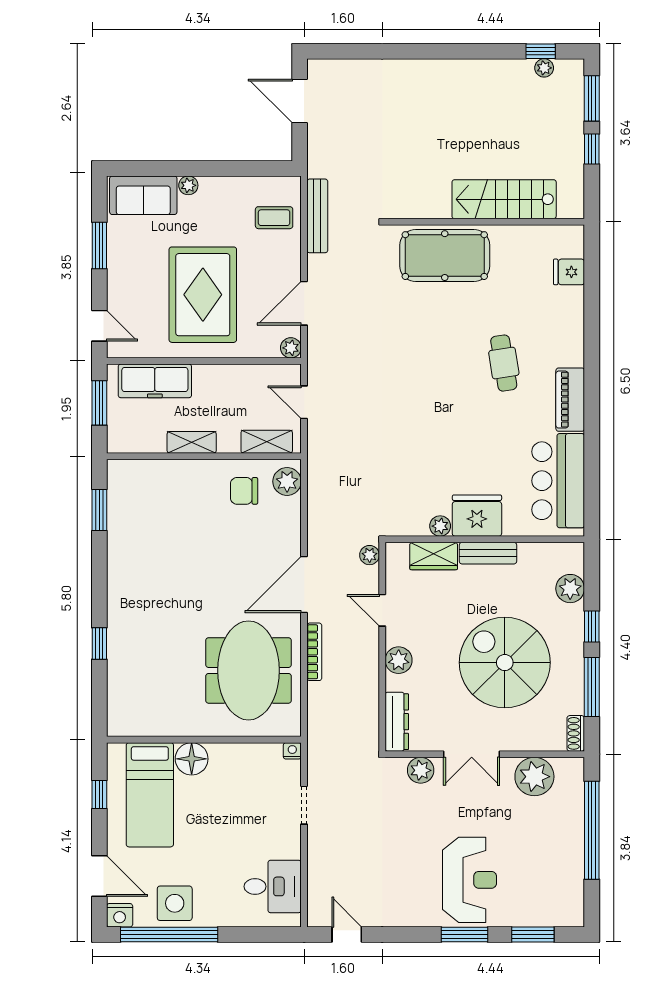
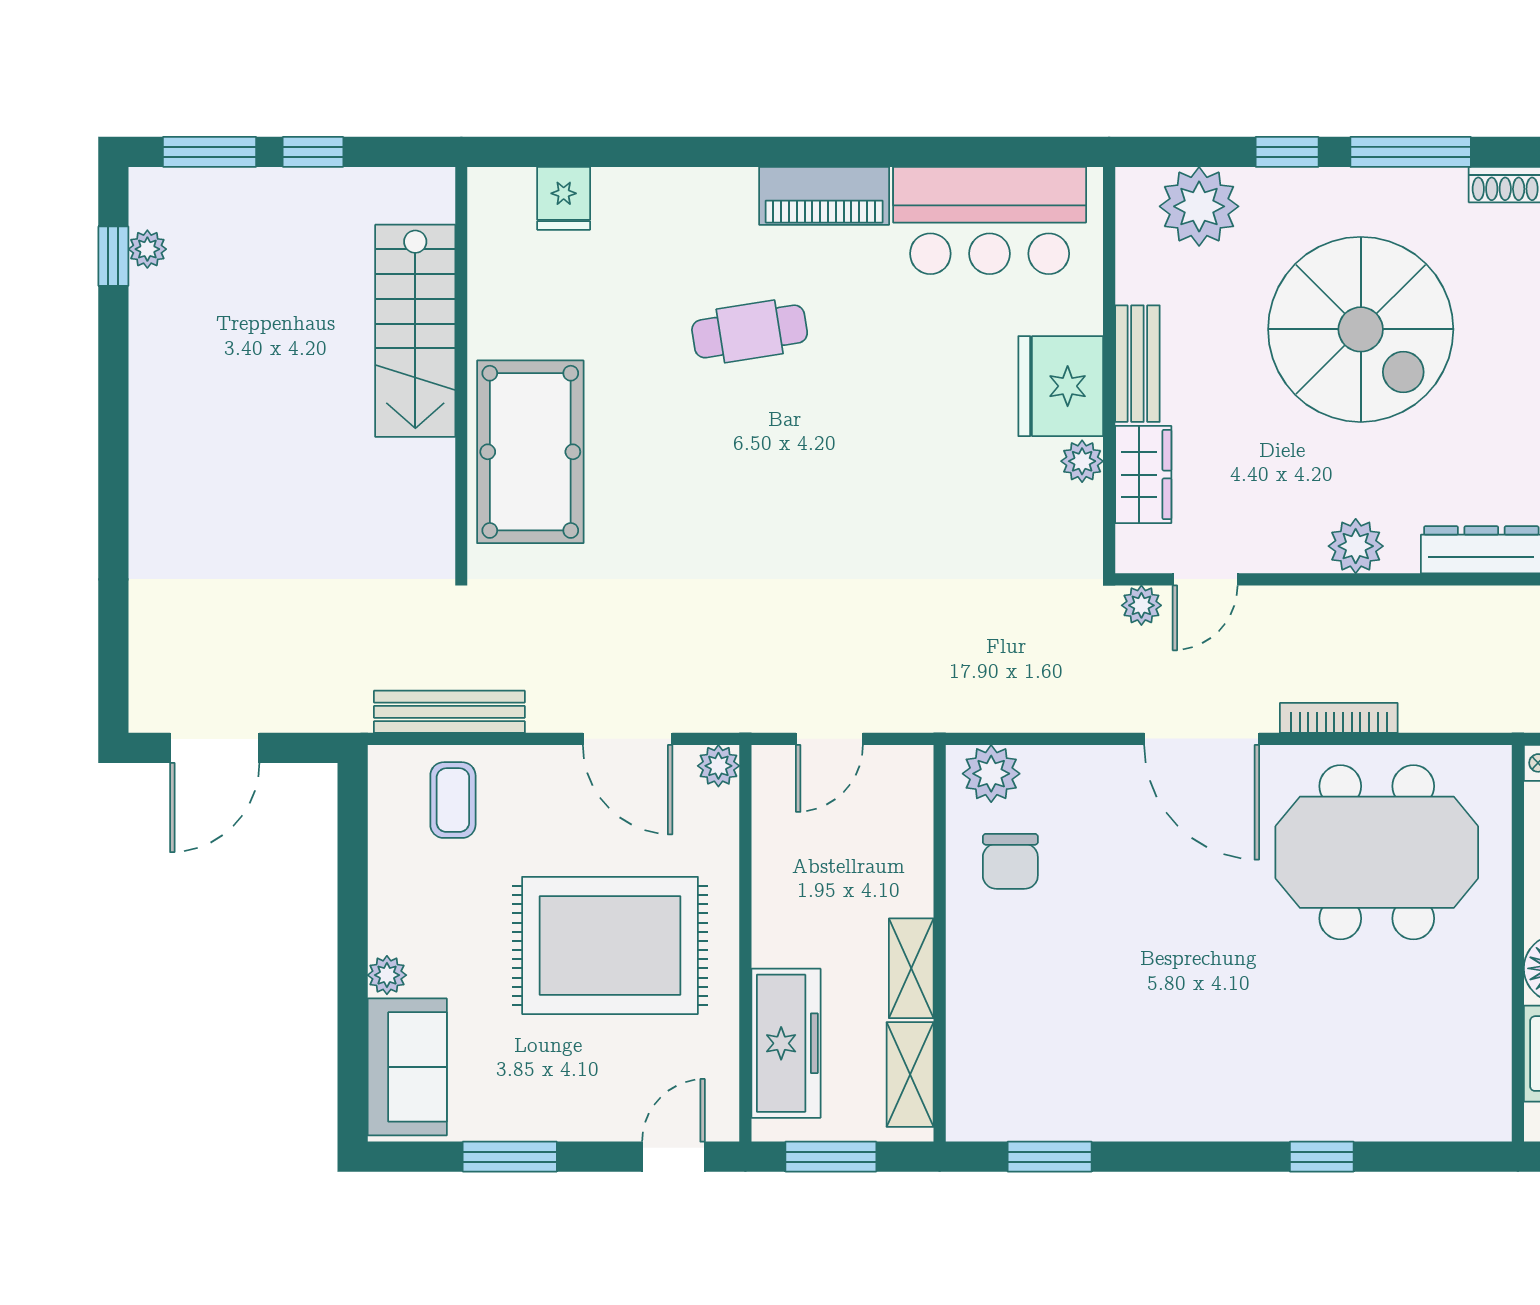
shelving: (267, 442) -> (910, 1075), moved
plant: (570, 589) -> (1199, 206), width x1.36, depth x1.36
door: (382, 610) -> (1205, 579), moved
spiral stairs: (505, 663) -> (1361, 329), turned -90

